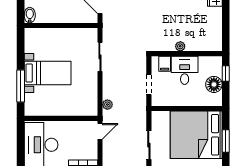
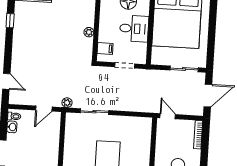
desk: (185, 70) -> (134, 29), moved, turned 180
plant: (107, 105) -> (67, 103), moved

